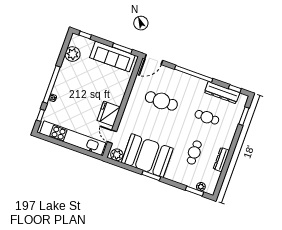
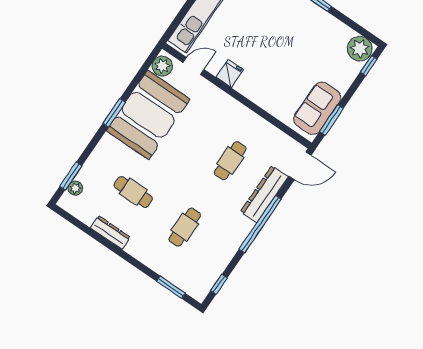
plant: (73, 54) -> (360, 49), moved
sofa: (112, 56) -> (317, 108), width x0.73
door: (154, 60) -> (300, 166), swing flipped
dresser: (222, 93) -> (264, 194), moved
cafe table: (161, 101) -> (230, 161), width x0.73, depth x0.74
fridge: (109, 114) -> (230, 73), width x0.53, depth x0.75

